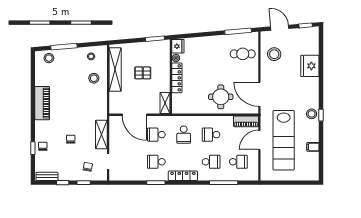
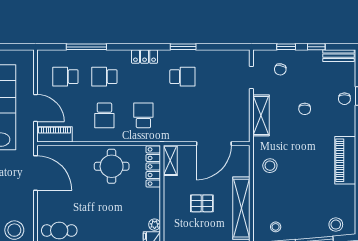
stool: (94, 78) -> (270, 166), moved
locker: (177, 78) -> (153, 166), moved
round table: (221, 97) -> (112, 166), moved
door: (134, 115) -> (214, 144), swing flipped
school desk: (156, 135) -> (182, 115), removed
school desk: (211, 135) -> (104, 115), turned 90
door: (259, 140) -> (36, 108), hinge flipped
locker: (183, 176) -> (145, 57), width x0.66

